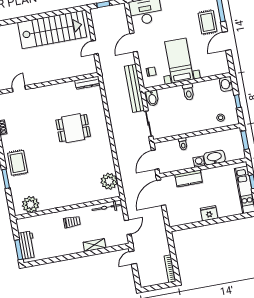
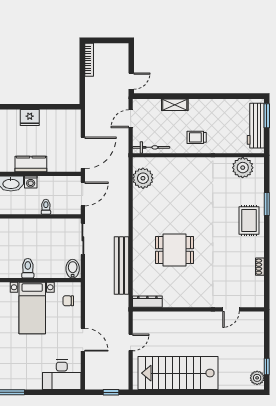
door: (134, 43) -> (83, 340), hinge flipped
bench: (134, 88) -> (121, 266), moved
kitchen counter: (189, 178) -> (31, 164), moved
workbench: (27, 245) -> (256, 126), width x1.38

